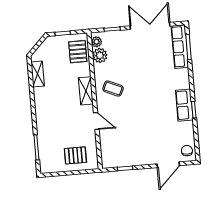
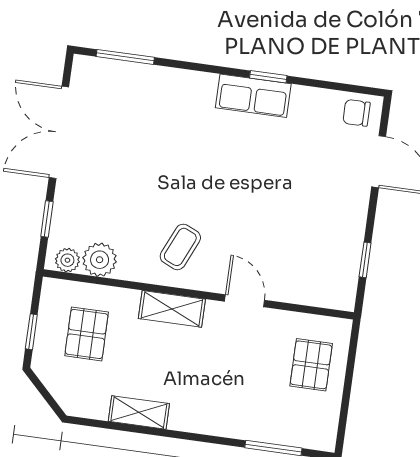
row of seats: (180, 47) -> (120, 76), removed
pallet: (78, 52) -> (87, 334), moved, turned 90
shelving: (38, 74) -> (139, 412), moved
door: (96, 121) -> (245, 301), hinge flipped

